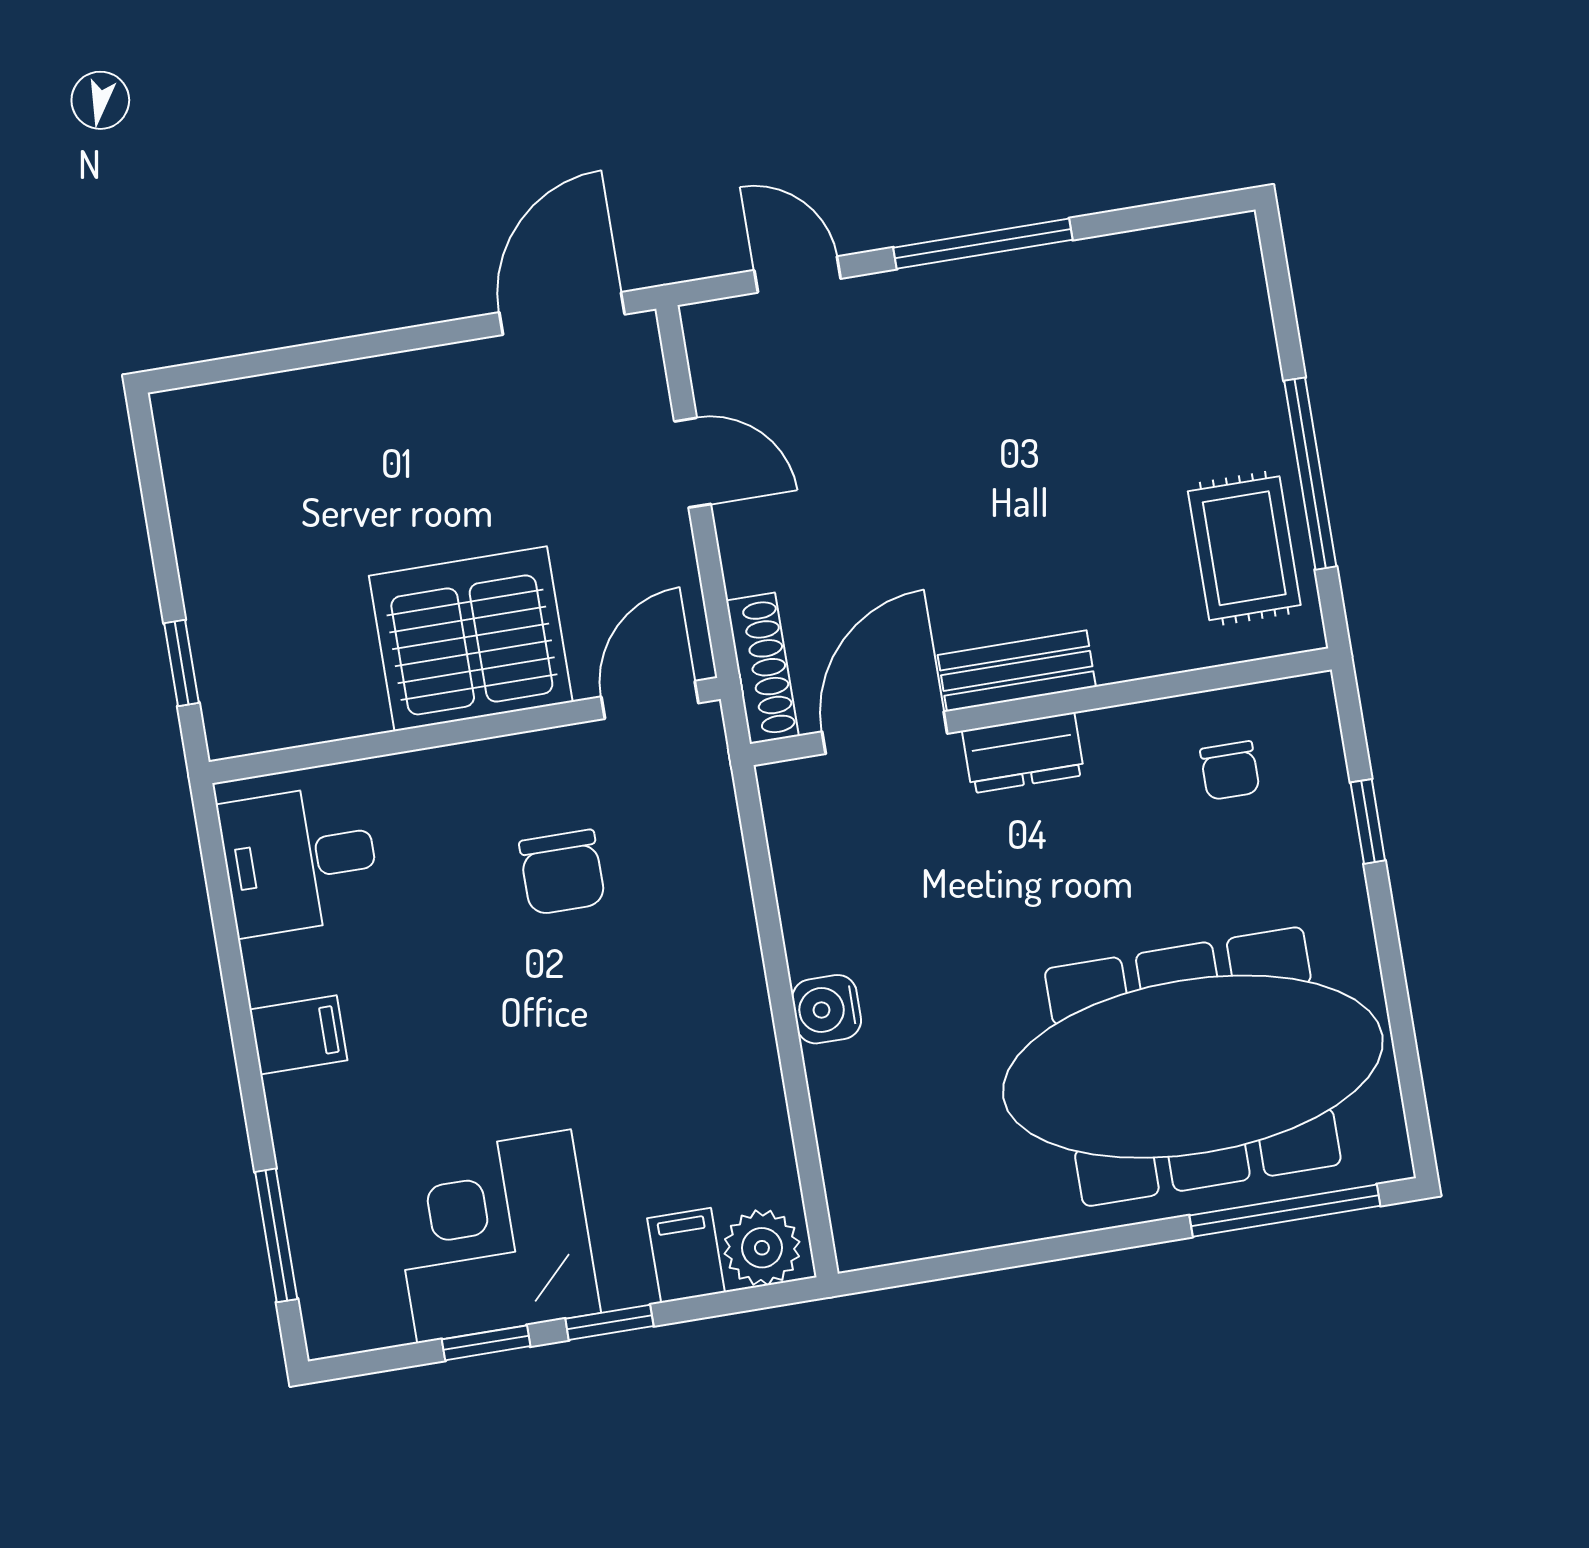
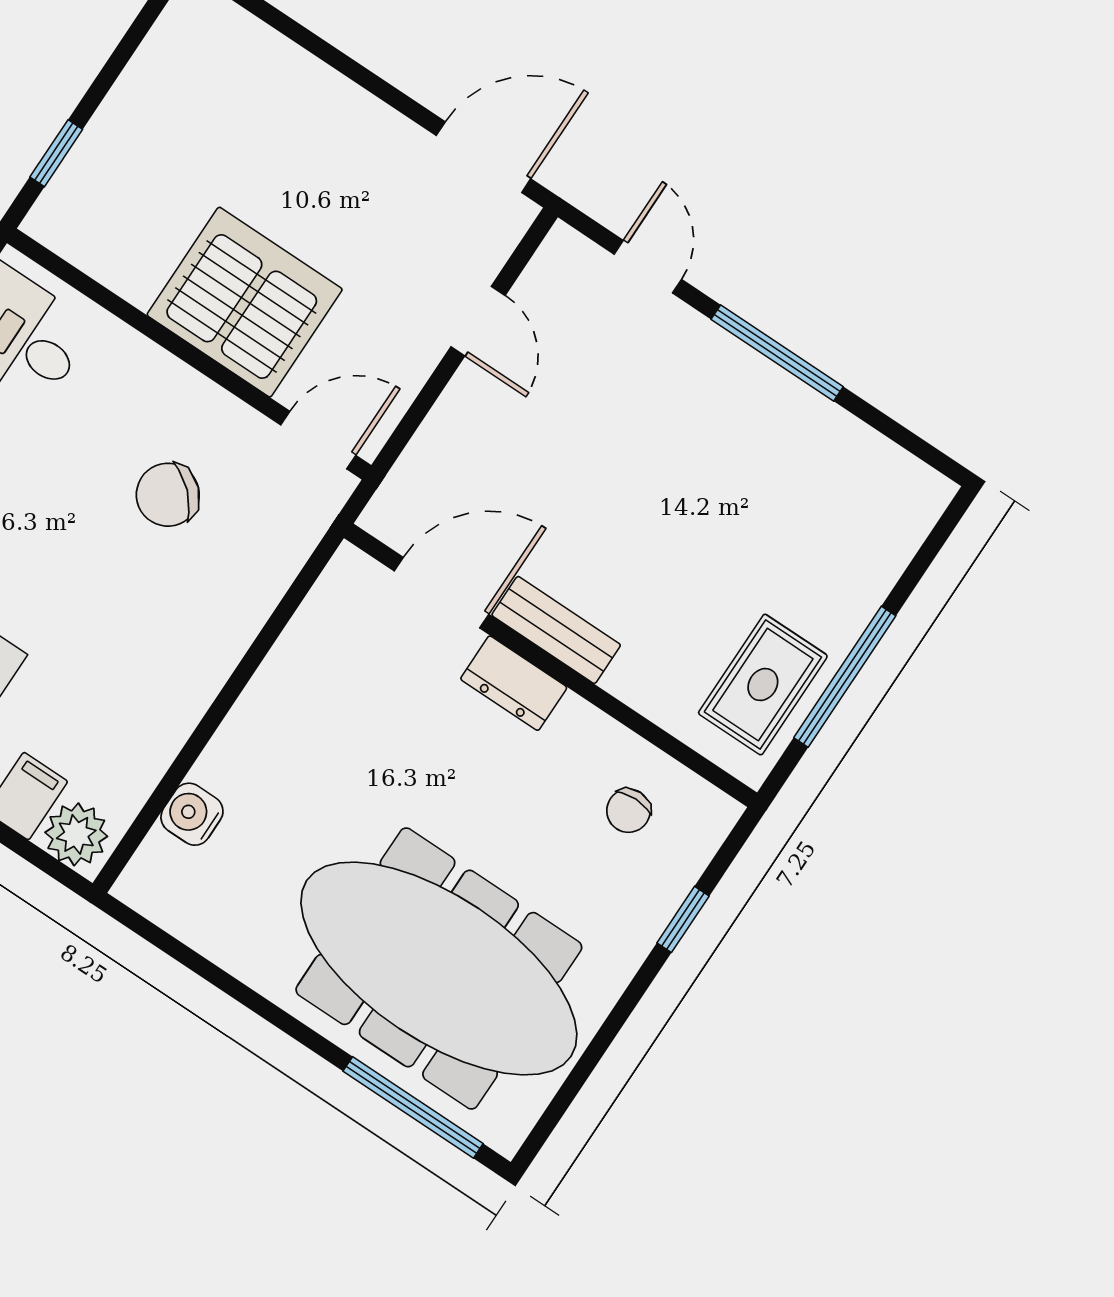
shoe rack: (762, 668) -> (404, 485), removed
chair: (562, 872) -> (168, 495), turned 43
water cooler: (827, 1009) -> (192, 814), moved

